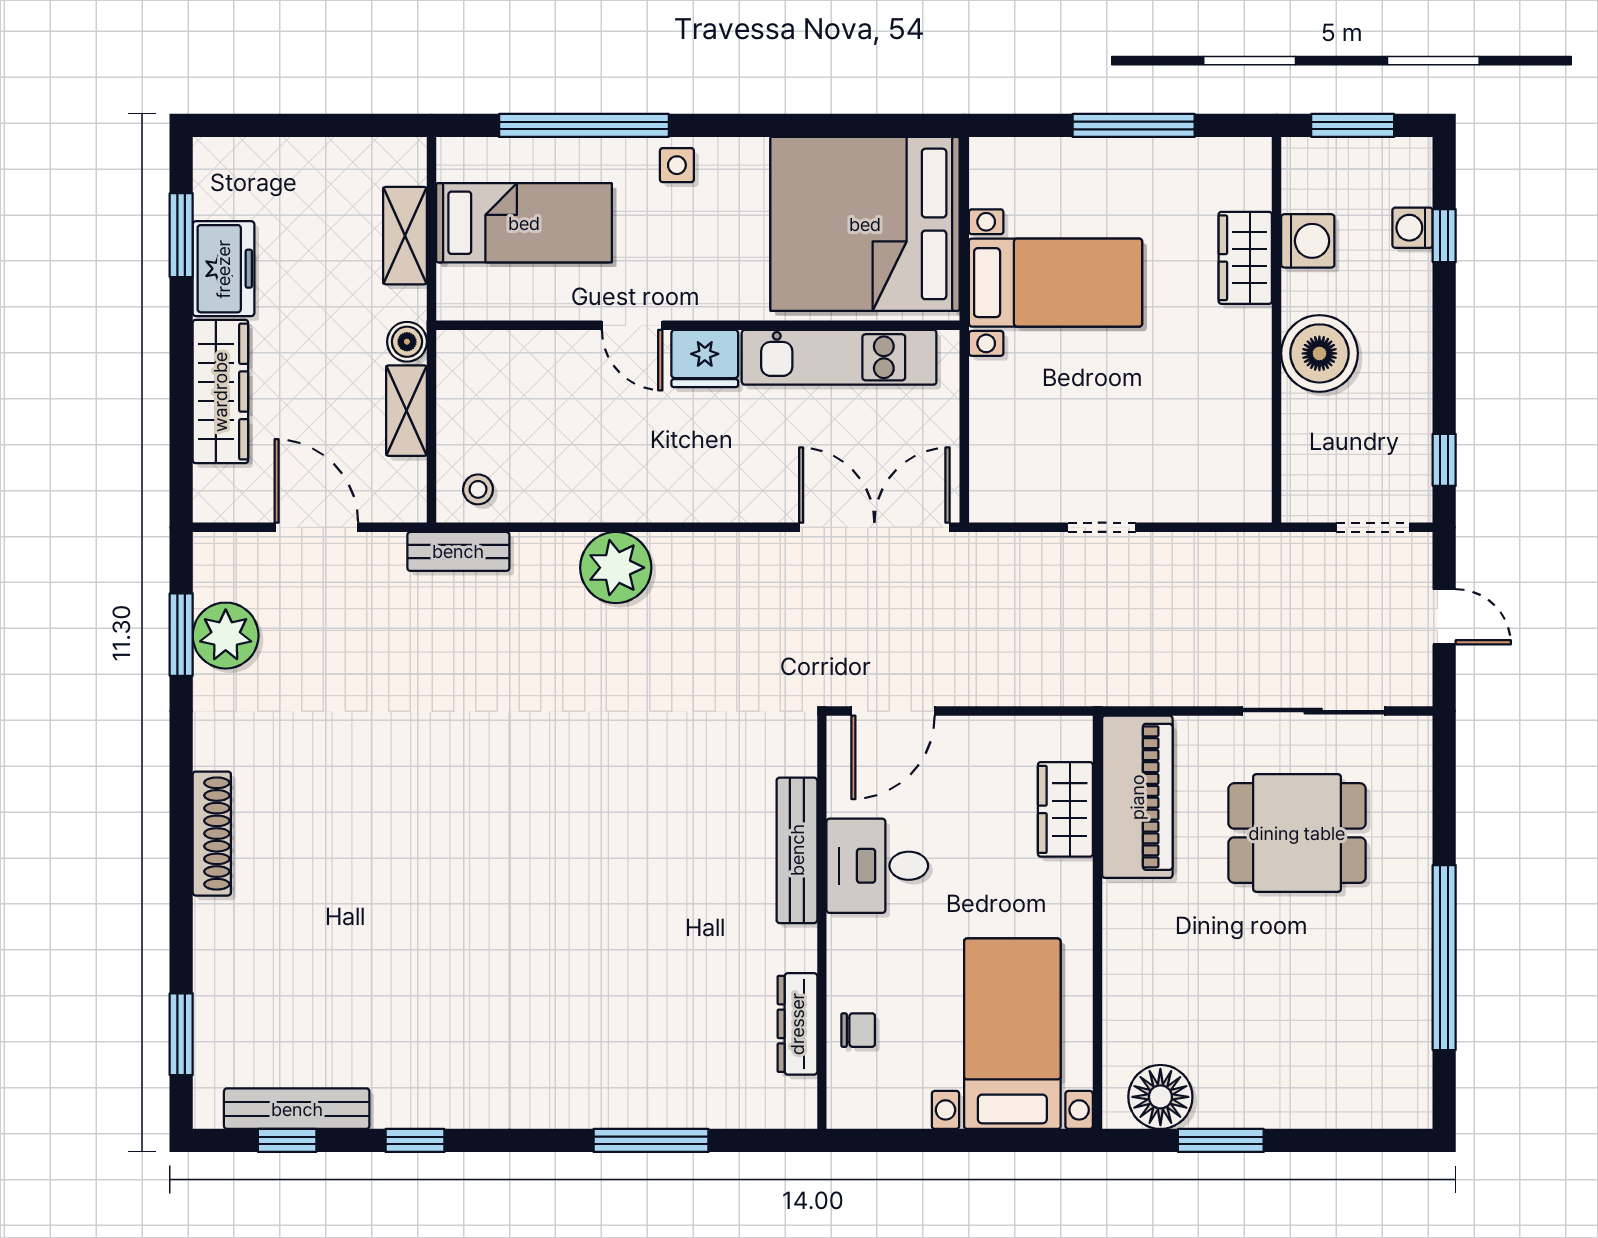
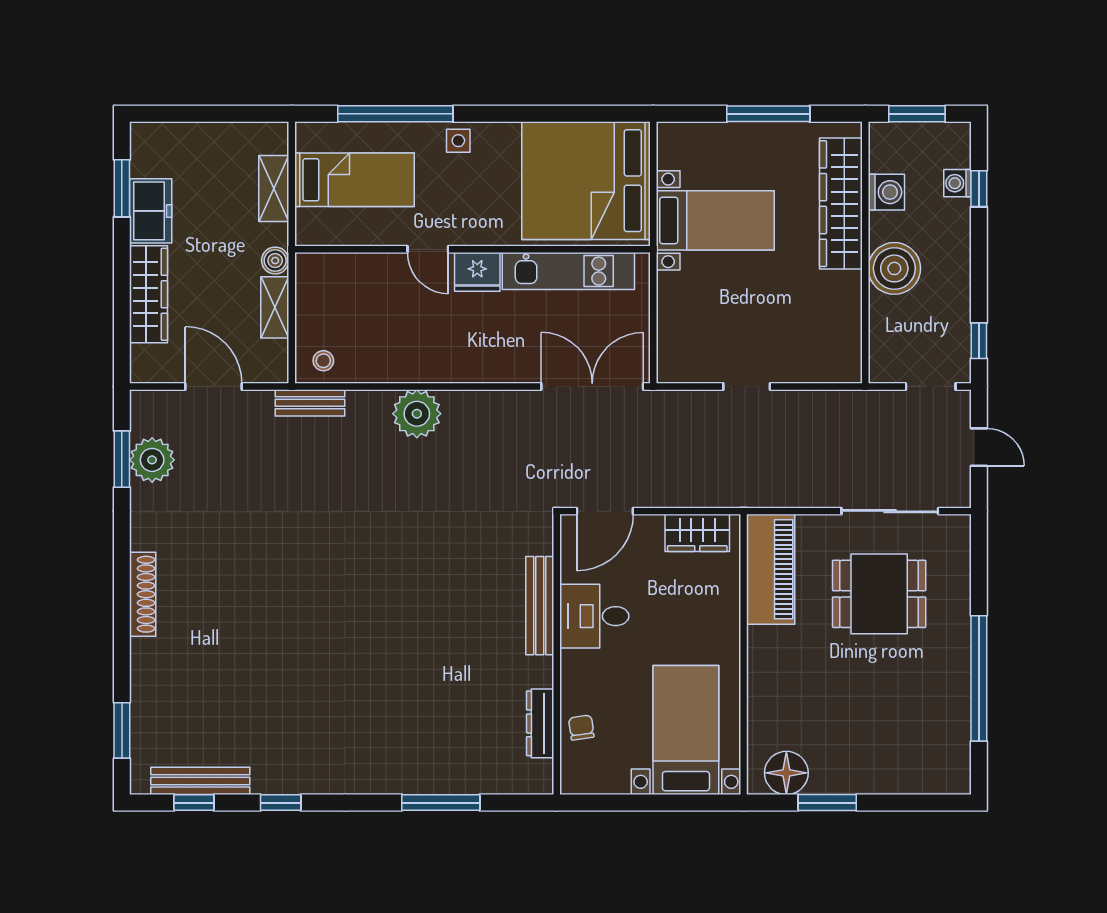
wardrobe: (1245, 258) -> (841, 204), width x2.10, depth x1.17
wardrobe: (1065, 809) -> (697, 533), moved, turned -90
chair: (858, 1030) -> (581, 728), turned -98

